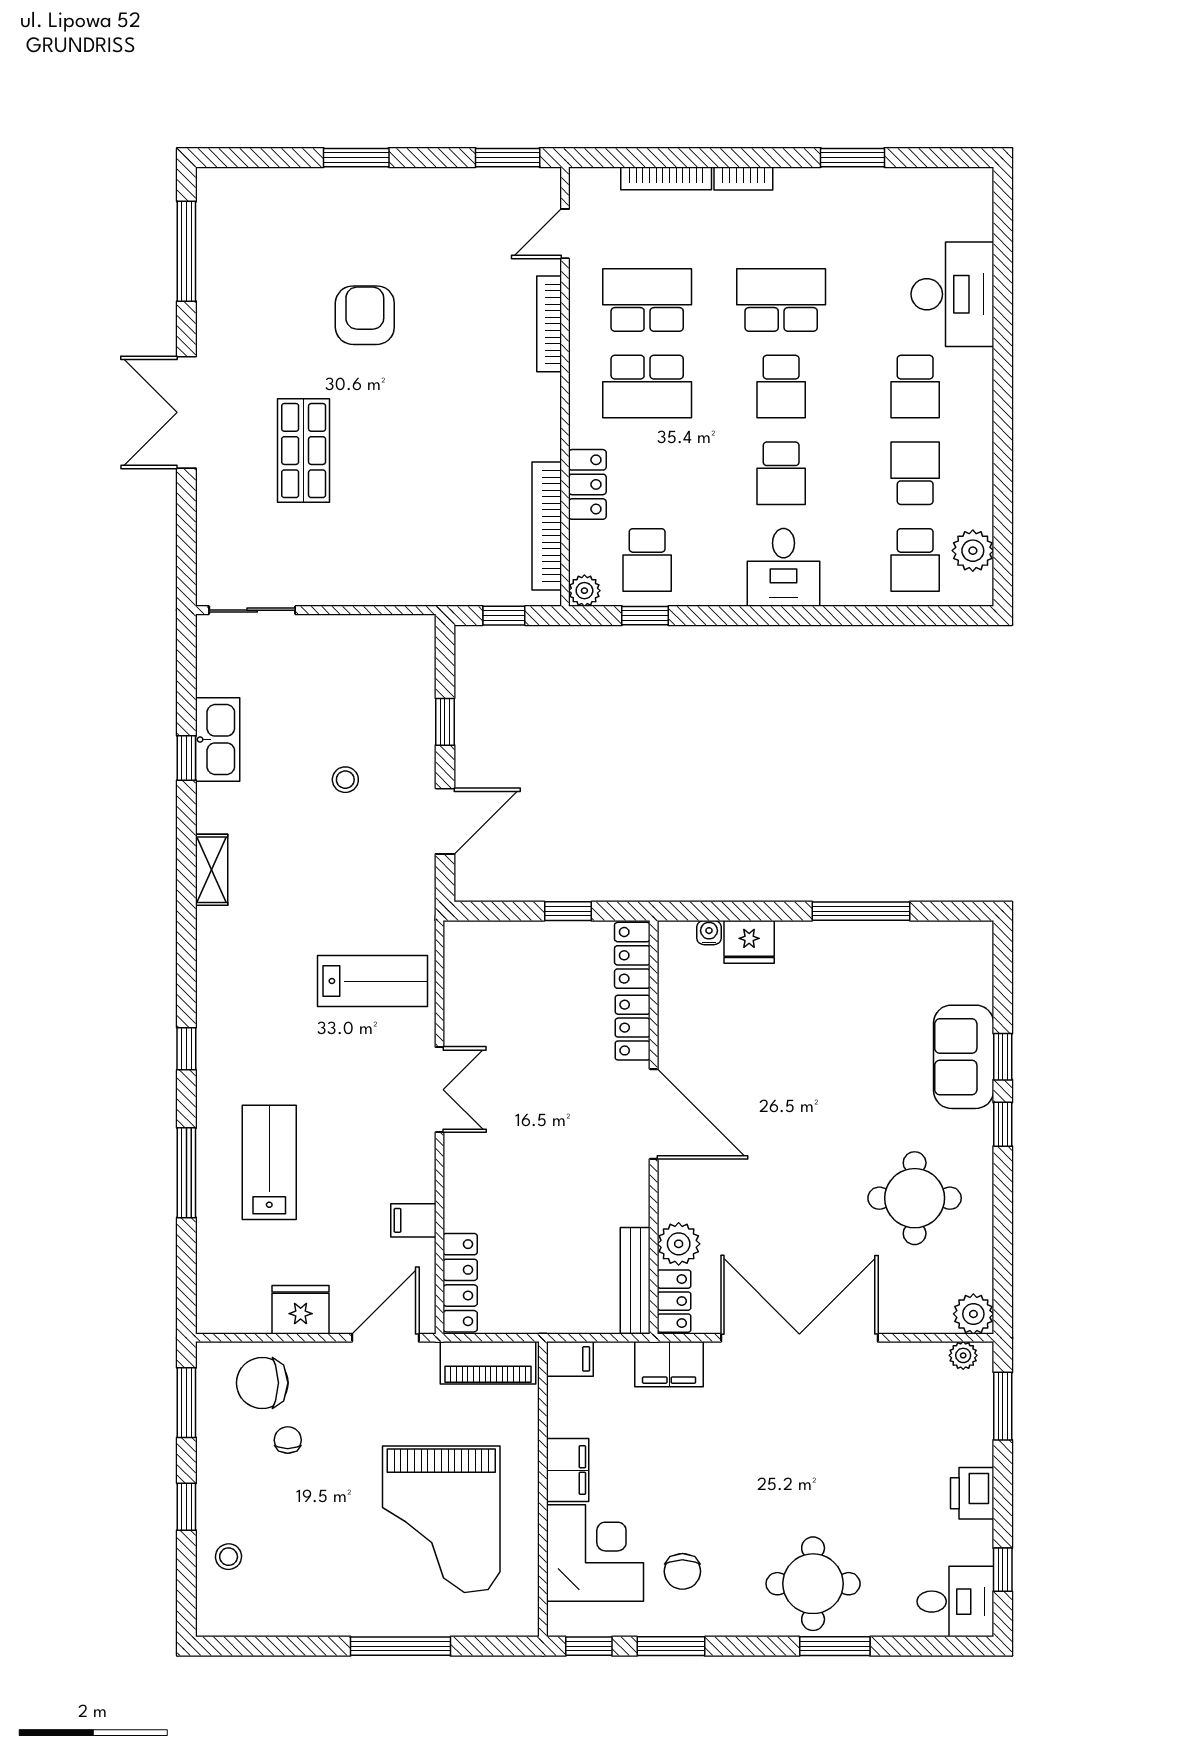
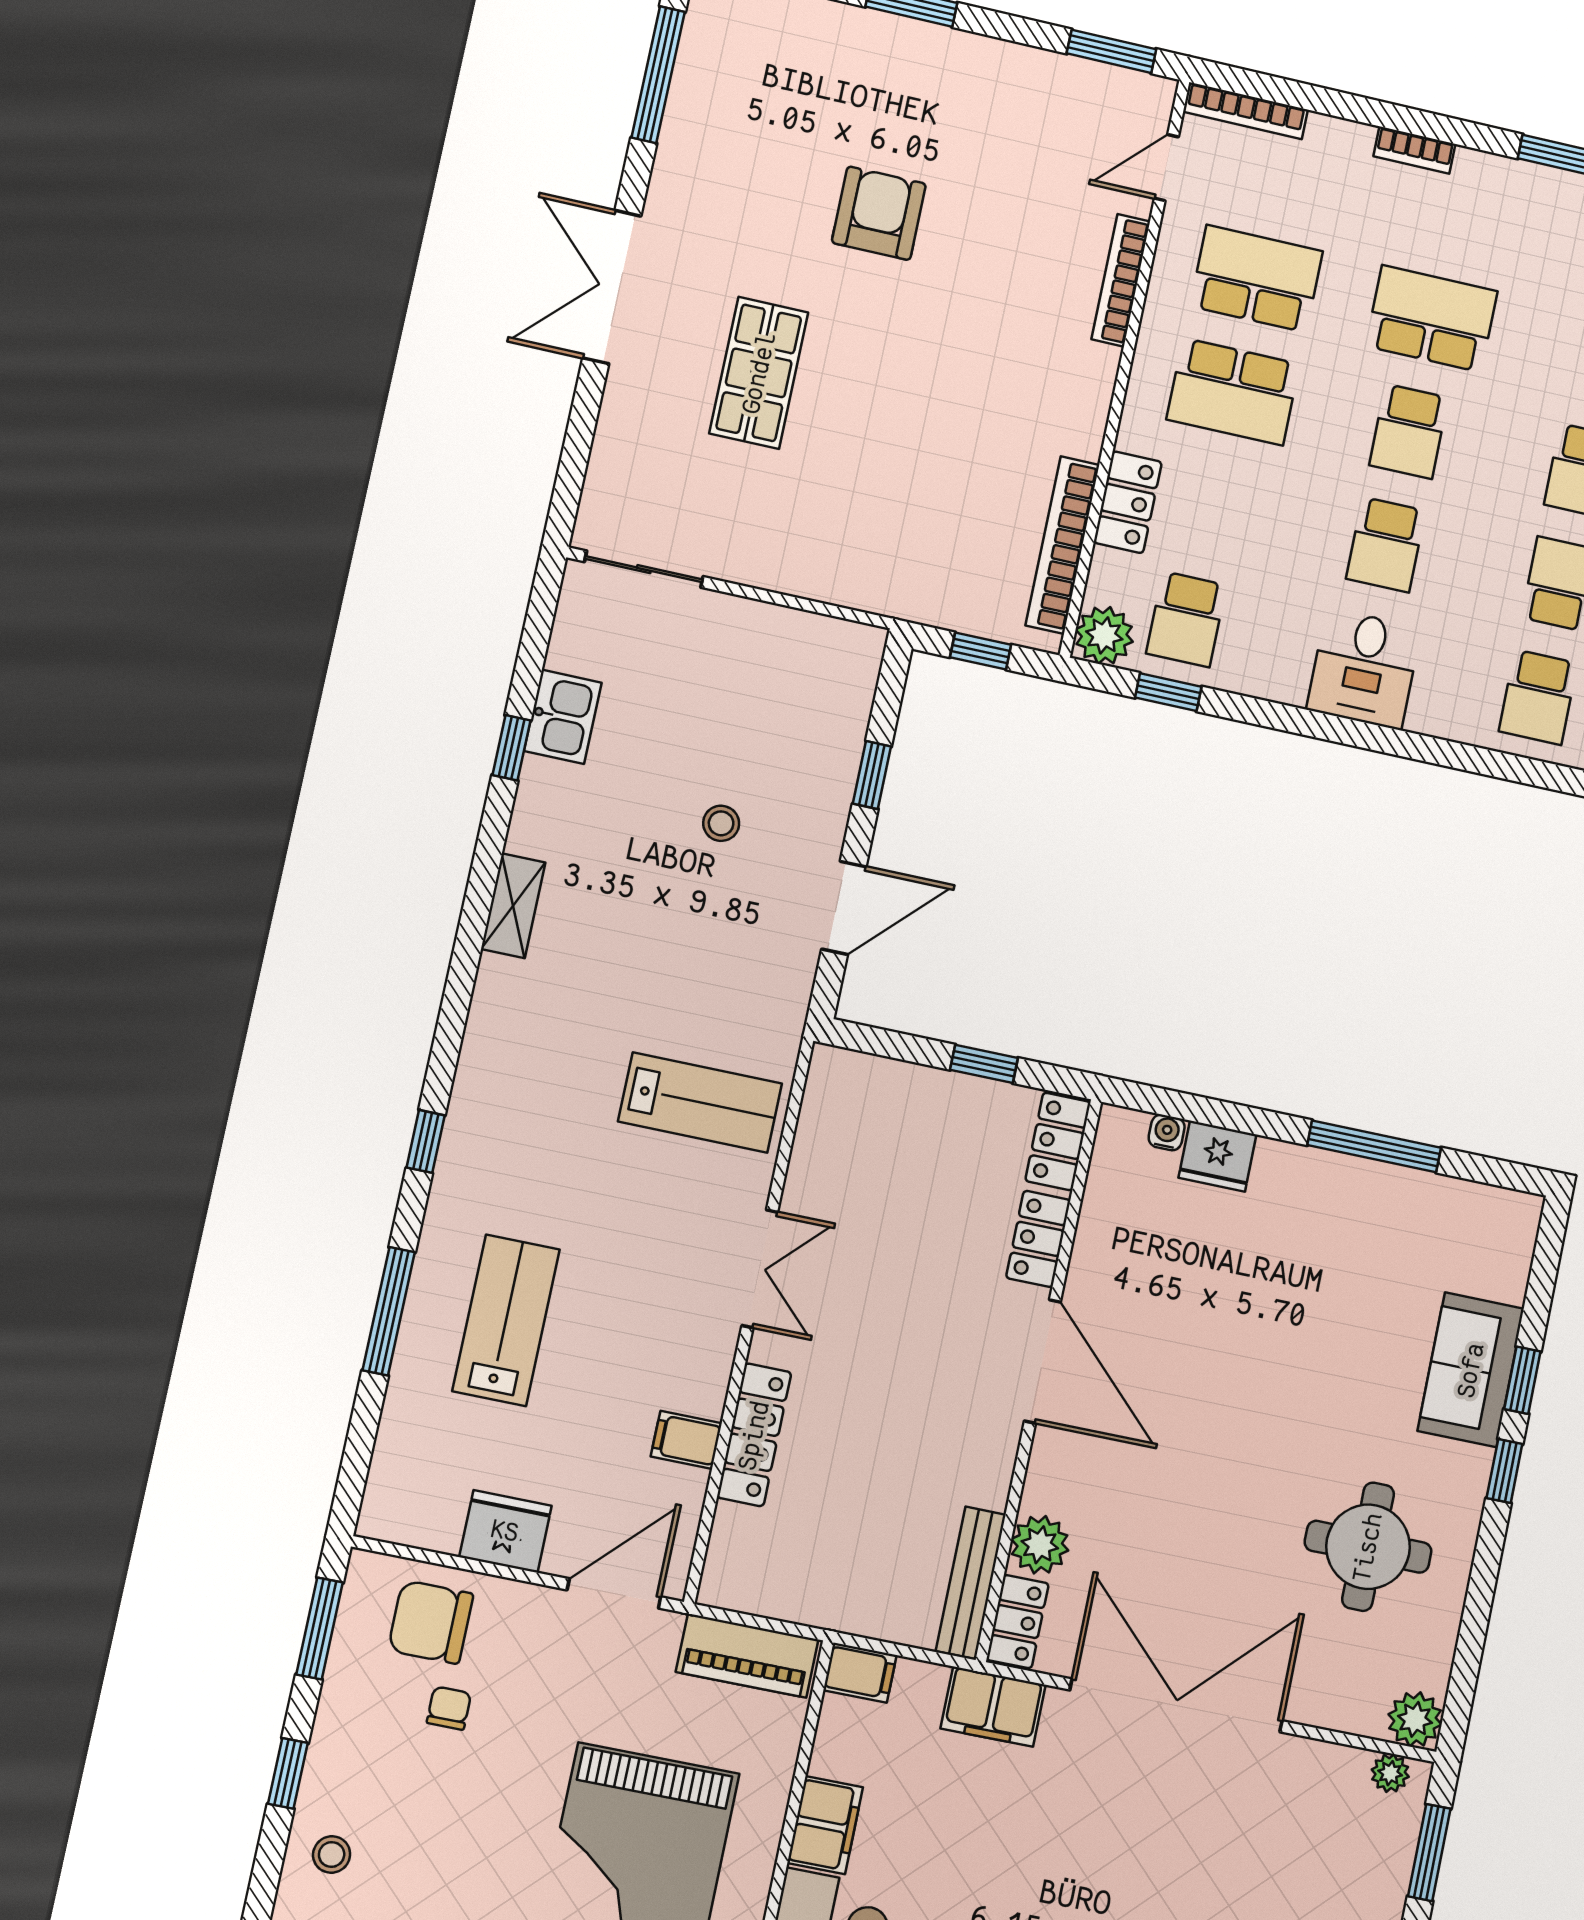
bookcase: (666, 178) -> (1245, 111), moved
plant: (584, 591) -> (1104, 635), width x1.38, depth x1.38
kitchen sink: (218, 739) -> (563, 717), width x0.73
locker: (460, 1283) -> (754, 1435), moved

